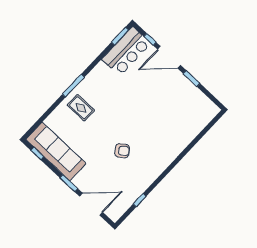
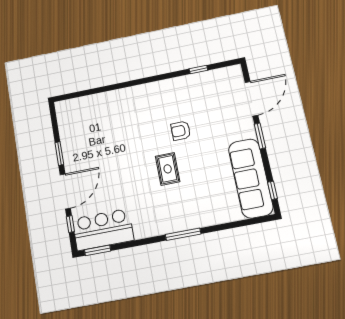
door: (169, 57) -> (65, 191), hinge flipped
rug: (81, 108) -> (168, 169), moved
armchair: (122, 151) -> (181, 131), turned -53
door: (91, 204) -> (251, 99), swing flipped

